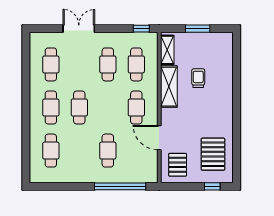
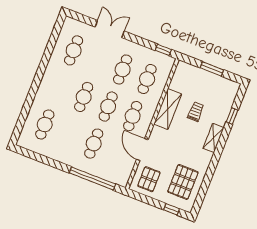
shelving: (167, 50) -> (213, 138), moved
window: (237, 68) -> (232, 116), added
cafe table: (51, 107) -> (108, 107), moved

